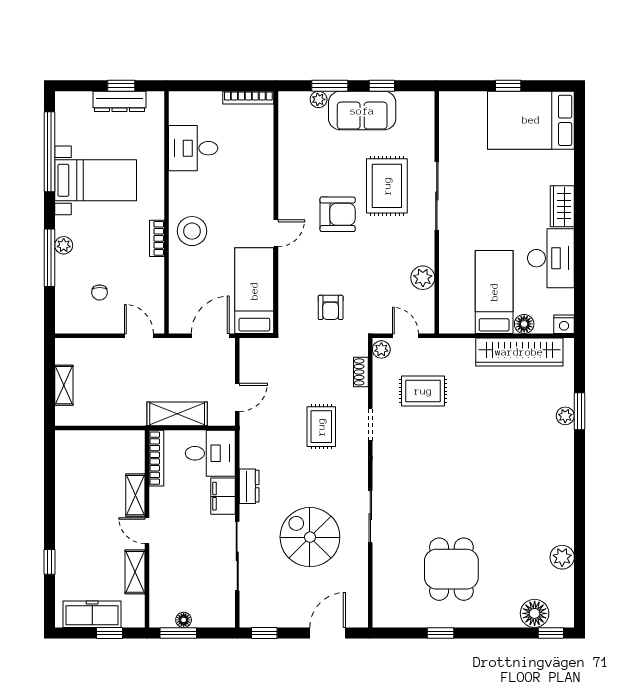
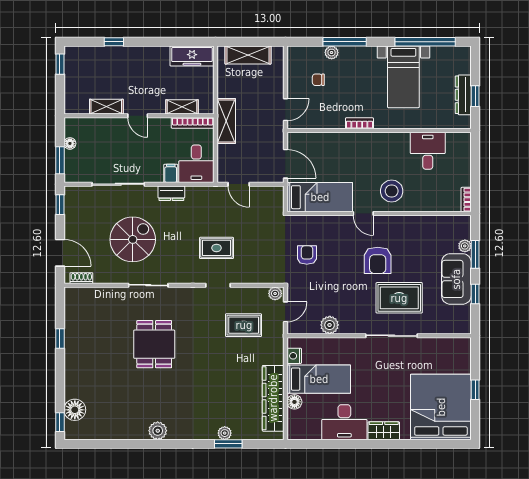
bookcase: (248, 98) -> (466, 200), width x0.64
bed: (531, 120) -> (441, 407), width x1.36
stool: (192, 231) -> (392, 191), moved
plant: (64, 245) -> (332, 53), moved
armchair: (331, 307) -> (307, 255), turned 90
nightstand: (564, 324) -> (294, 356), moved
shoe rack: (361, 372) -> (81, 278), moved
shelving: (64, 385) -> (248, 55), width x1.50, depth x1.33
rug: (423, 391) -> (244, 325), turned 90
shelving: (177, 414) -> (226, 121), moved
shelving: (135, 495) -> (182, 107), moved
filing cabinet: (223, 496) -> (171, 173), width x0.50
door: (147, 531) -> (138, 116), swing flipped
plant: (562, 557) -> (158, 431), moved
dining table: (451, 569) -> (154, 344), moved, turned 90
freezer: (92, 614) -> (192, 56), moved, turned 90
window: (109, 633) -> (60, 64), moved
window: (178, 633) -> (60, 160), moved

